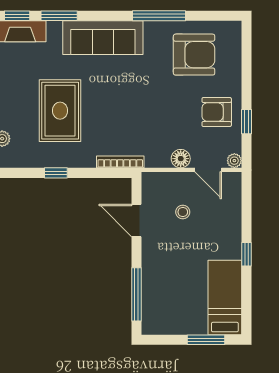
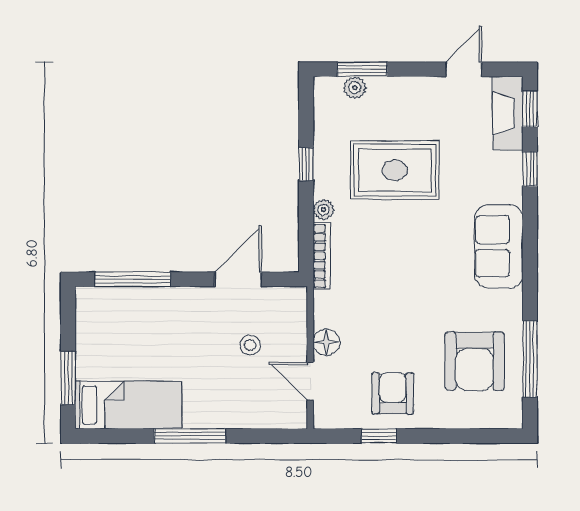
window: (59, 16) -> (530, 169), width x0.67
window: (159, 16) -> (530, 359), moved
sofa: (103, 38) -> (499, 246), width x0.73
plant: (234, 161) -> (323, 210), moved
door: (208, 170) -> (310, 381), hinge flipped
window: (247, 254) -> (190, 436), width x2.17

